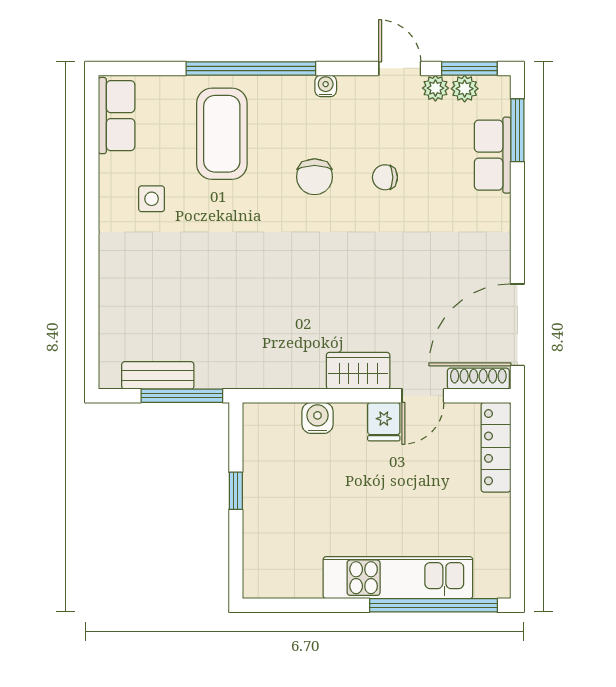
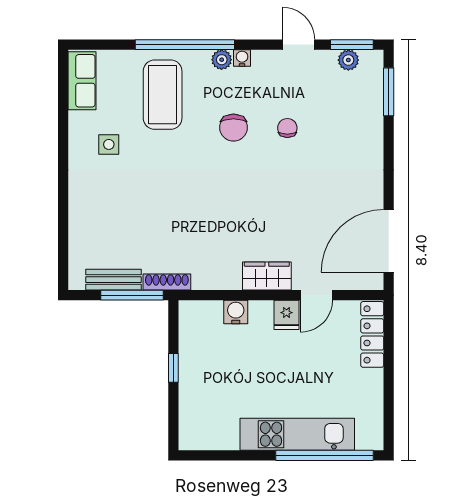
plant: (435, 88) -> (222, 60), moved
row of seats: (493, 155) -> (370, 111), removed
chair: (385, 177) -> (287, 128), turned 90
shoe rack: (478, 379) -> (167, 282), moved

